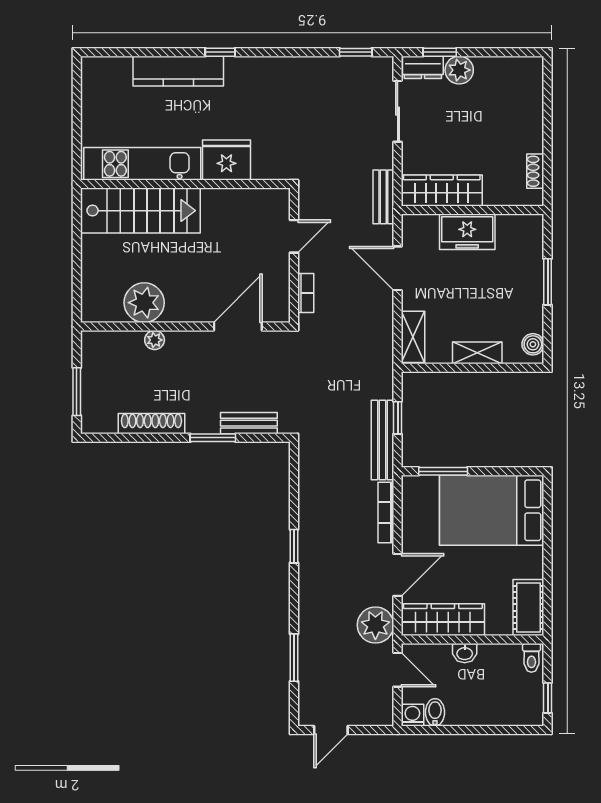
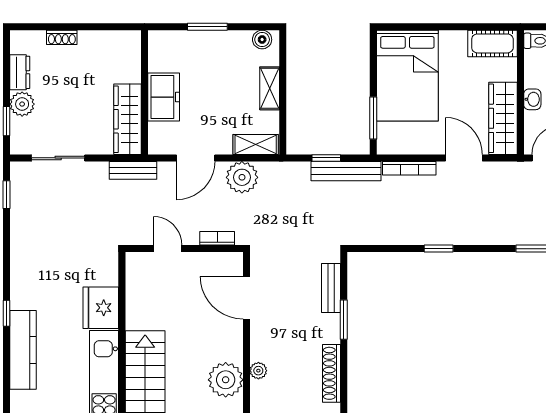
dresser: (423, 67) -> (20, 72), moved
shoe rack: (535, 171) -> (62, 37), moved
plant: (375, 625) -> (242, 177), moved

